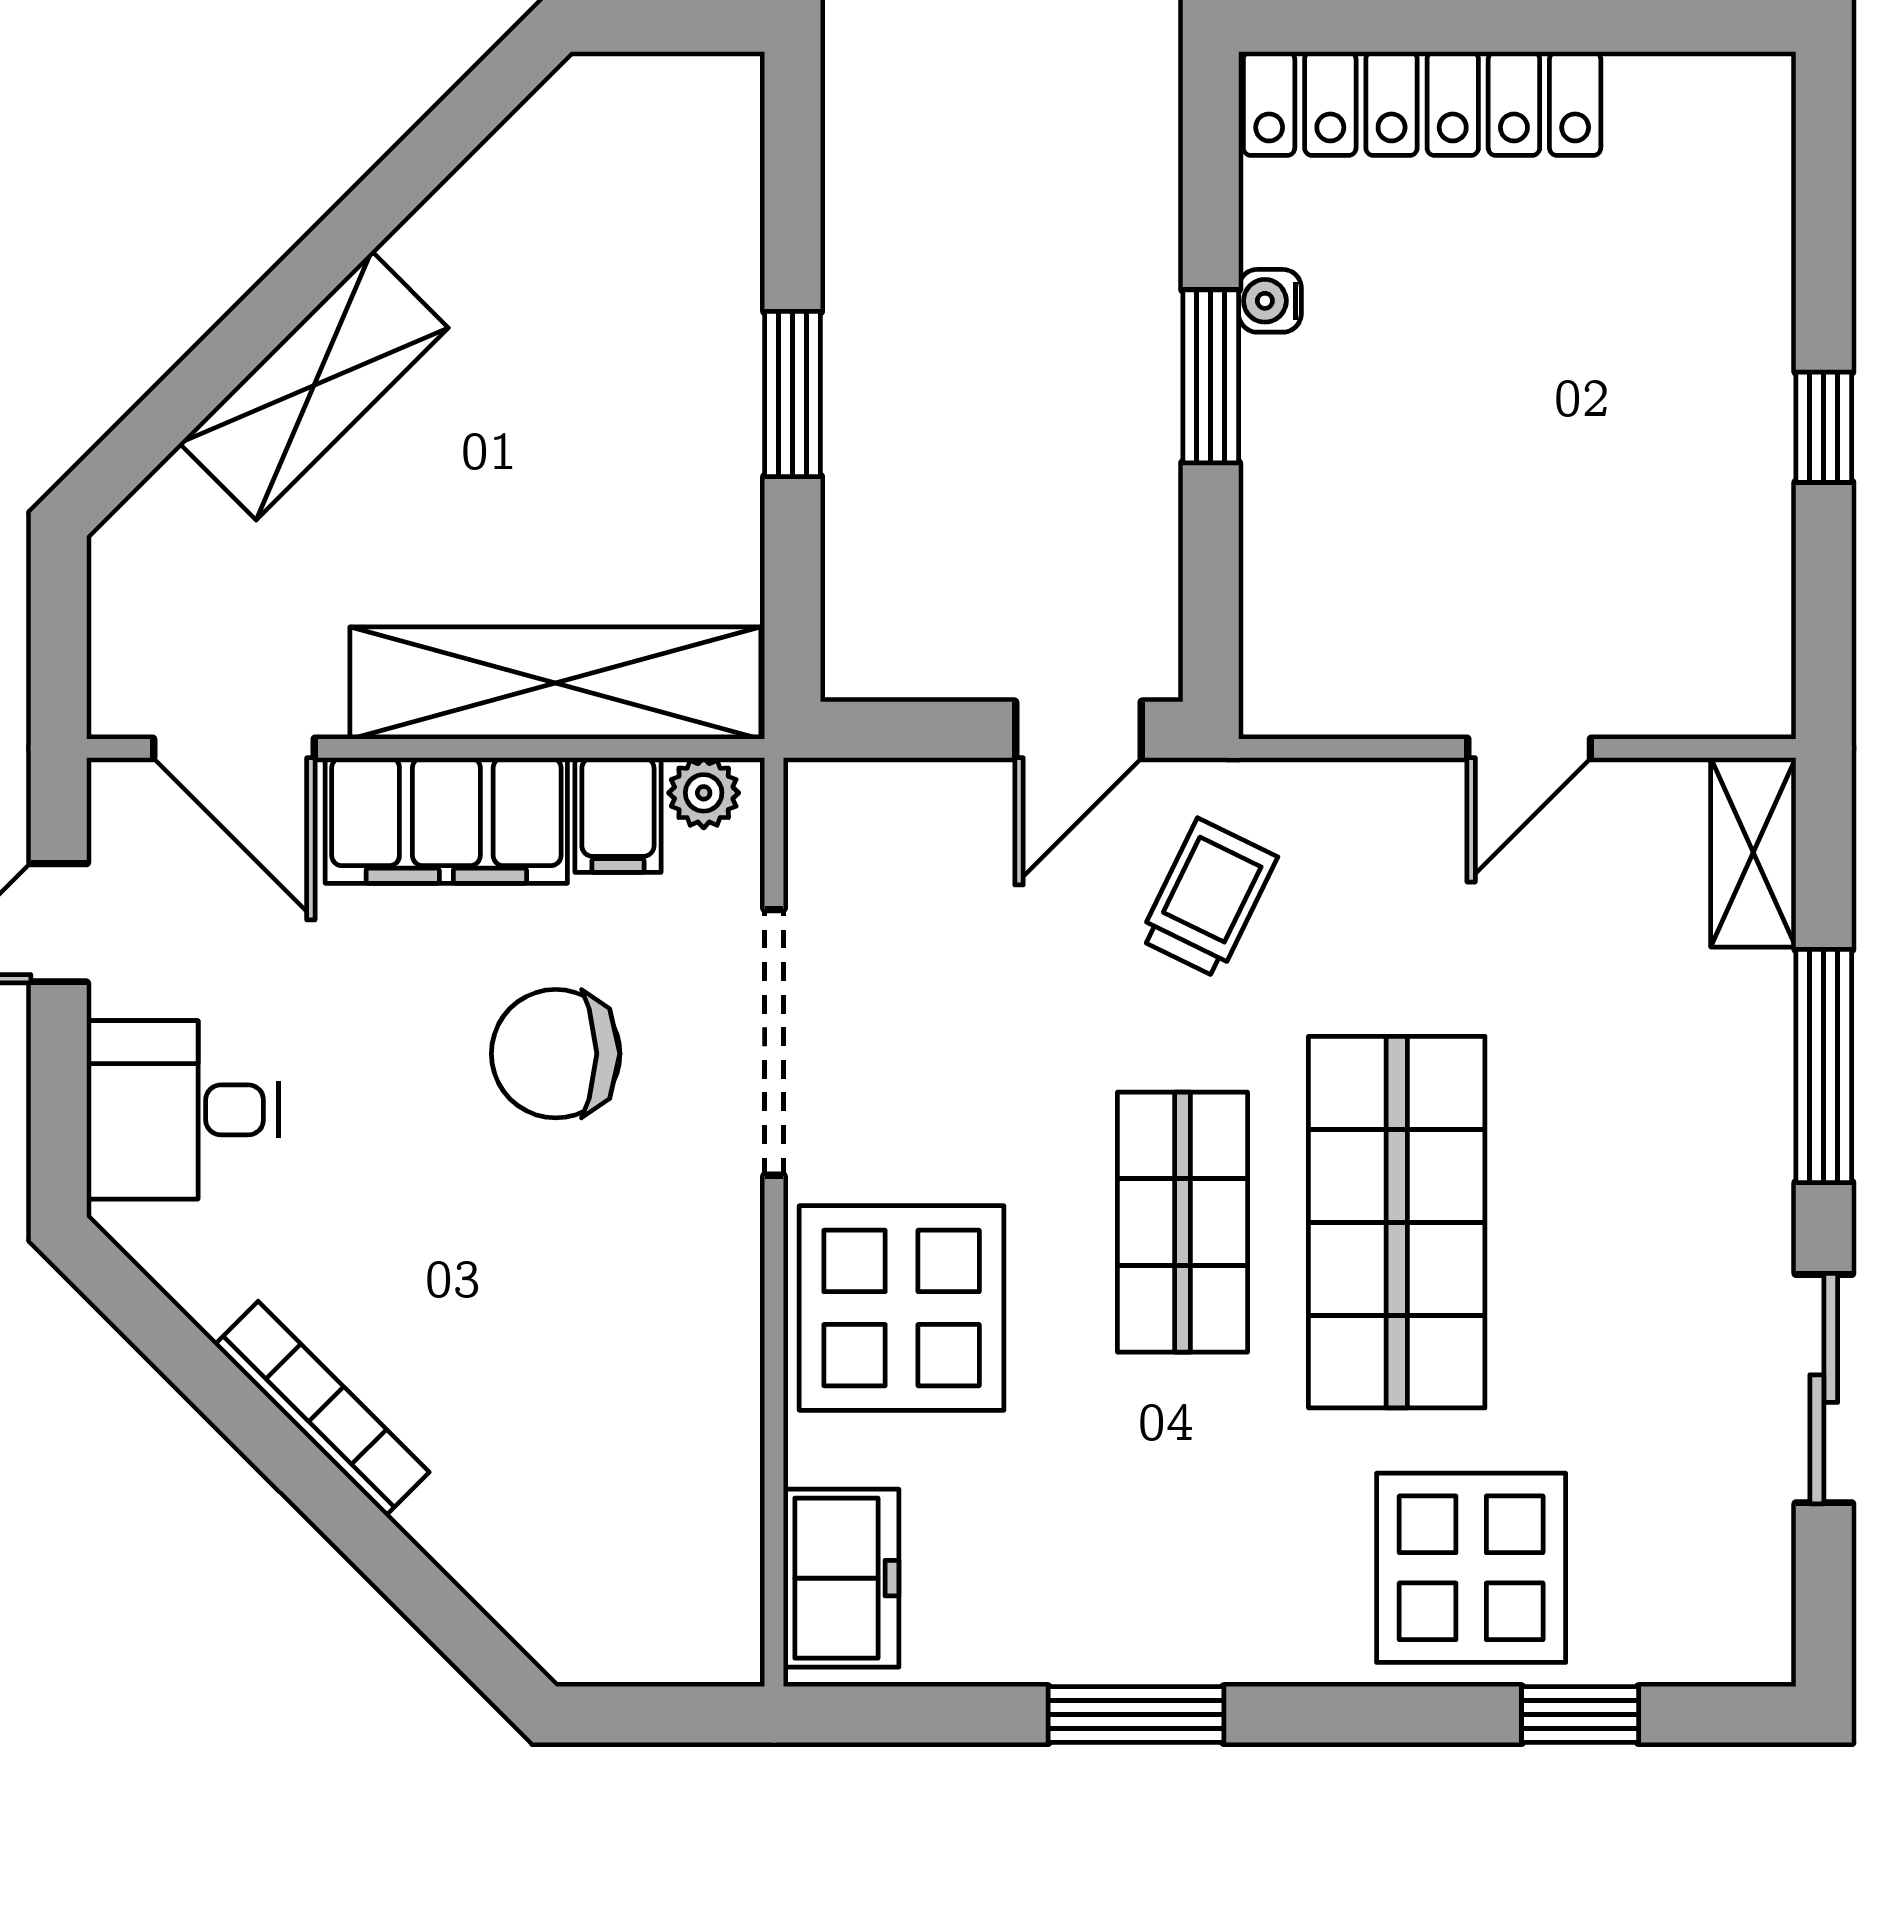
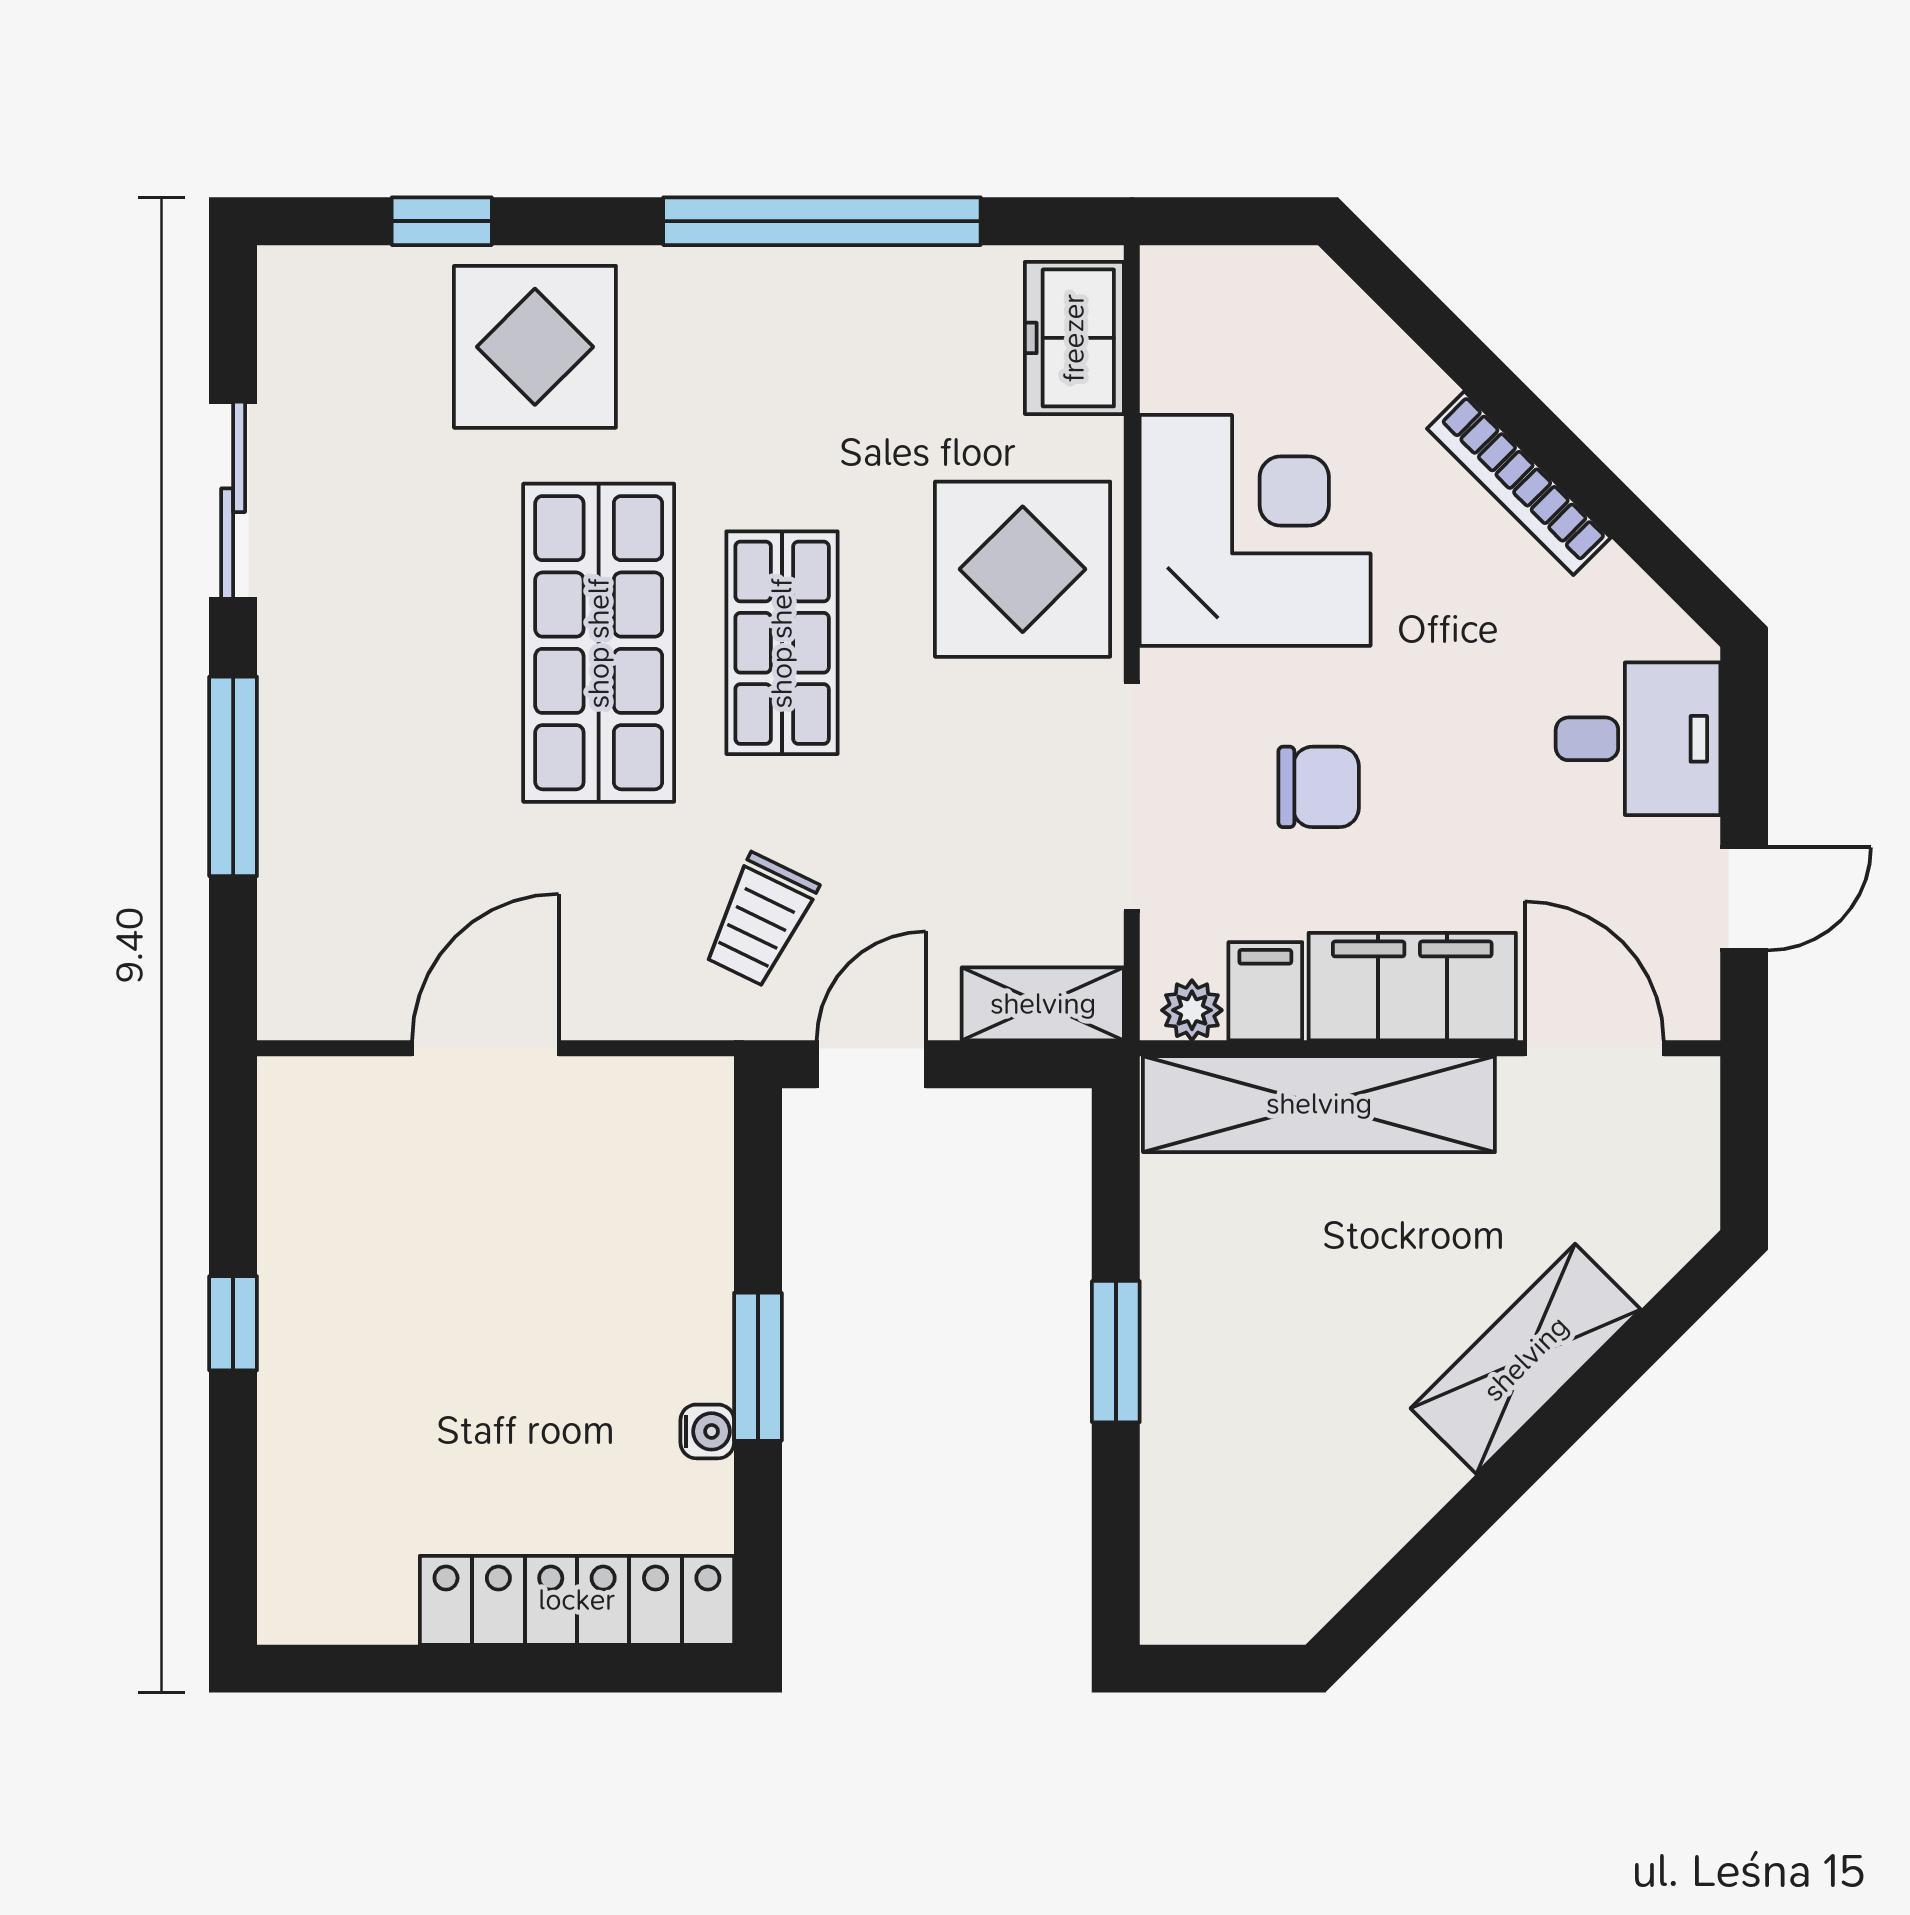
door: (1529, 748) -> (485, 1048), width x1.38
shelving: (1753, 852) -> (1043, 1004), moved, turned 90
chair: (556, 1054) -> (1319, 787), width x0.73, depth x0.73
corner desk: (630, 1353) -> (1255, 530), added
window: (1136, 1715) -> (822, 221), width x2.11

